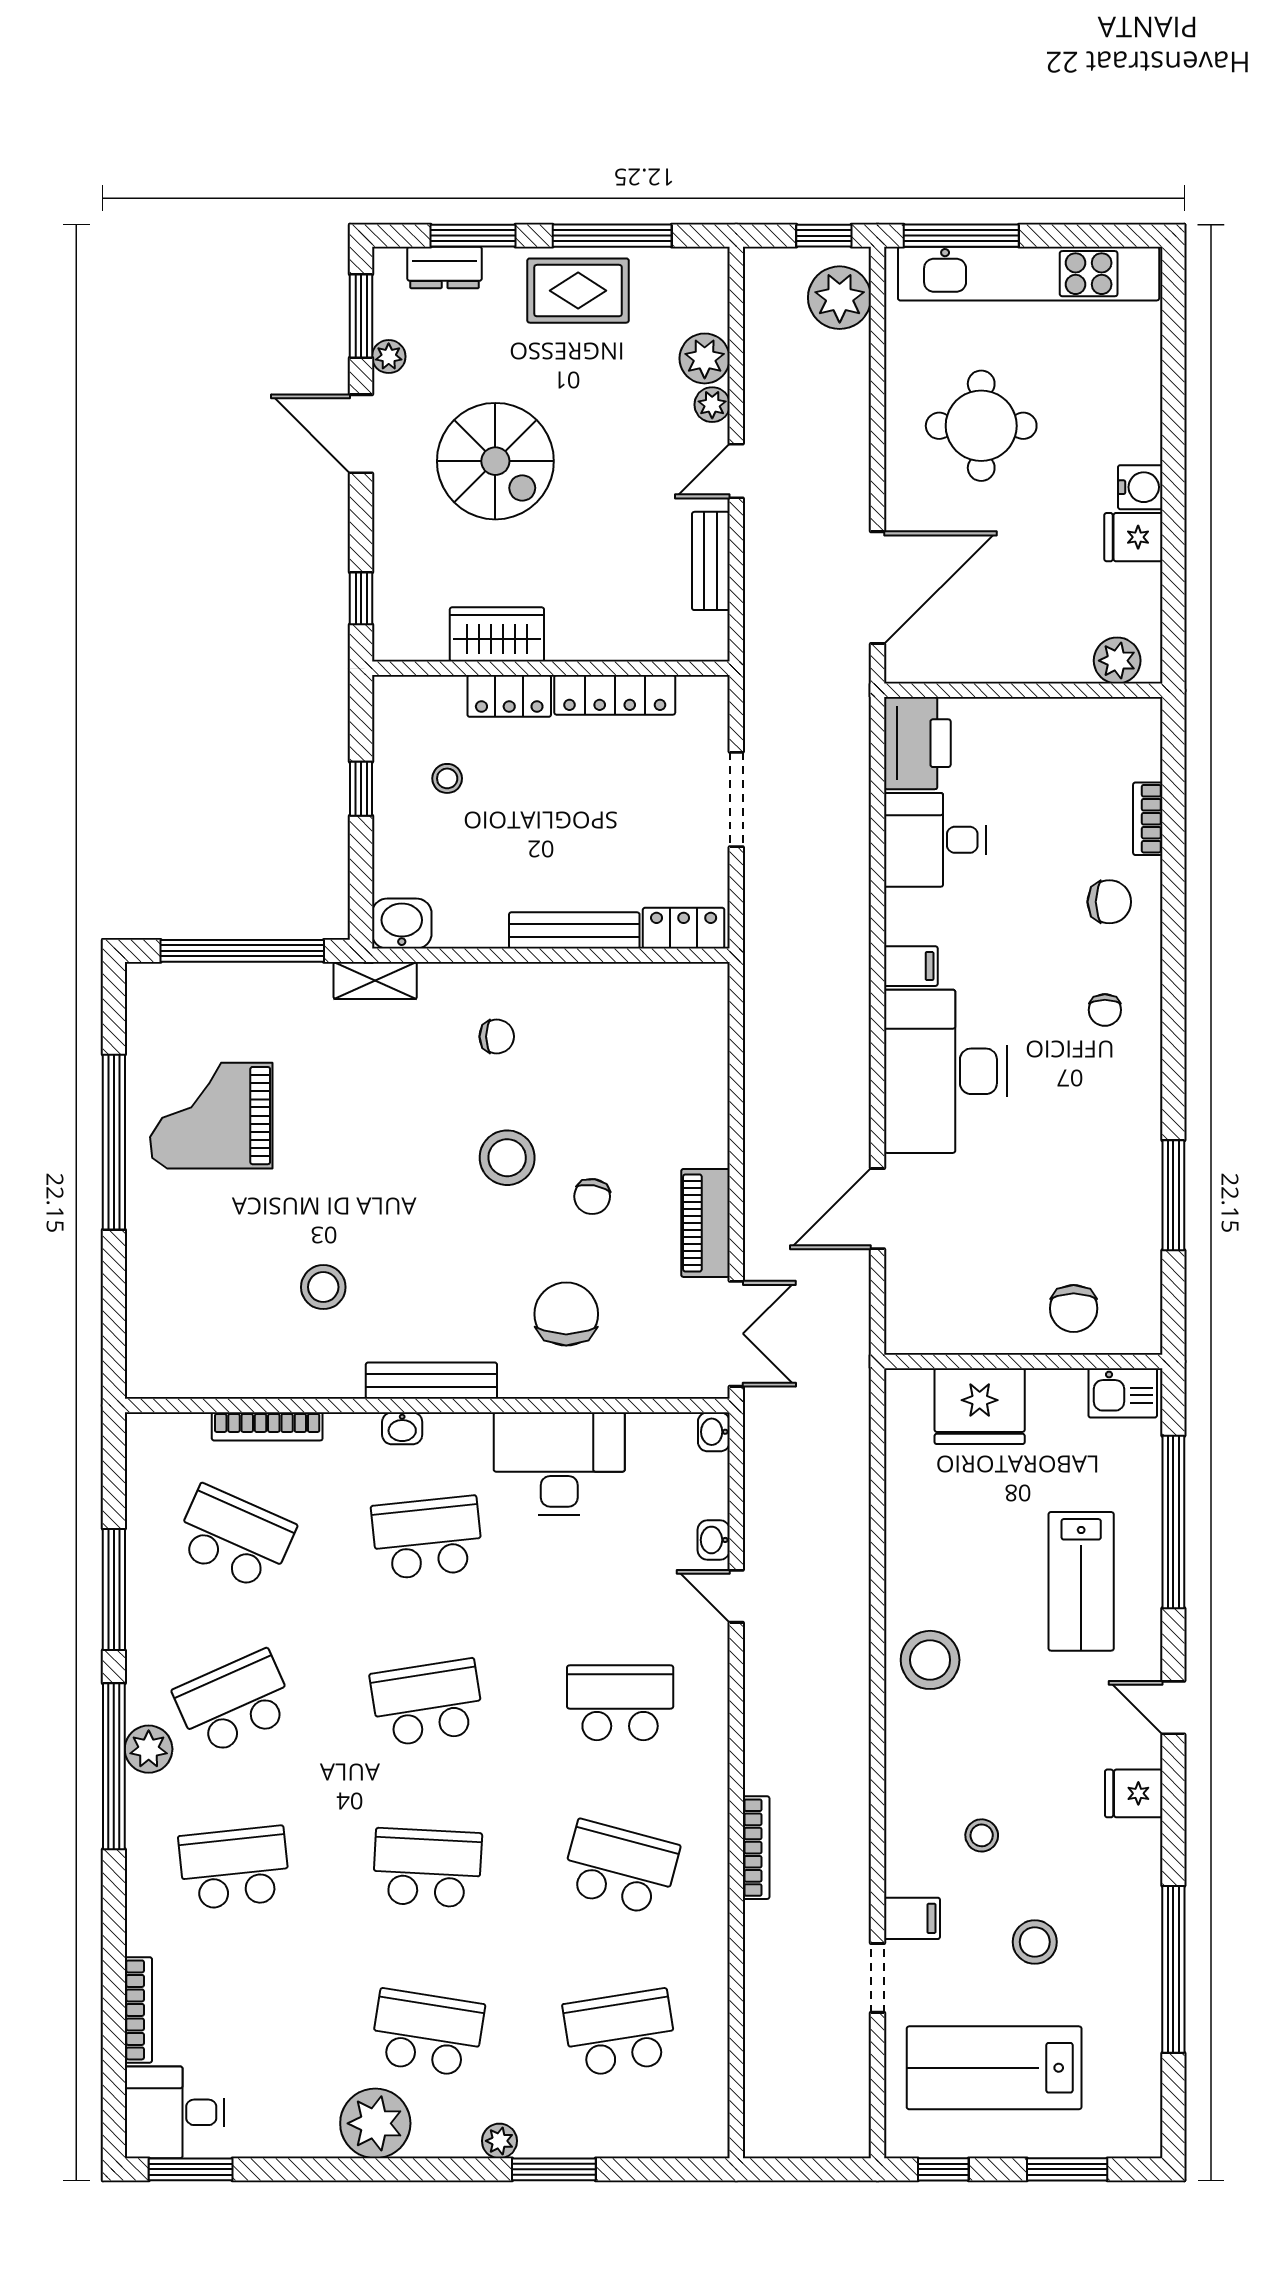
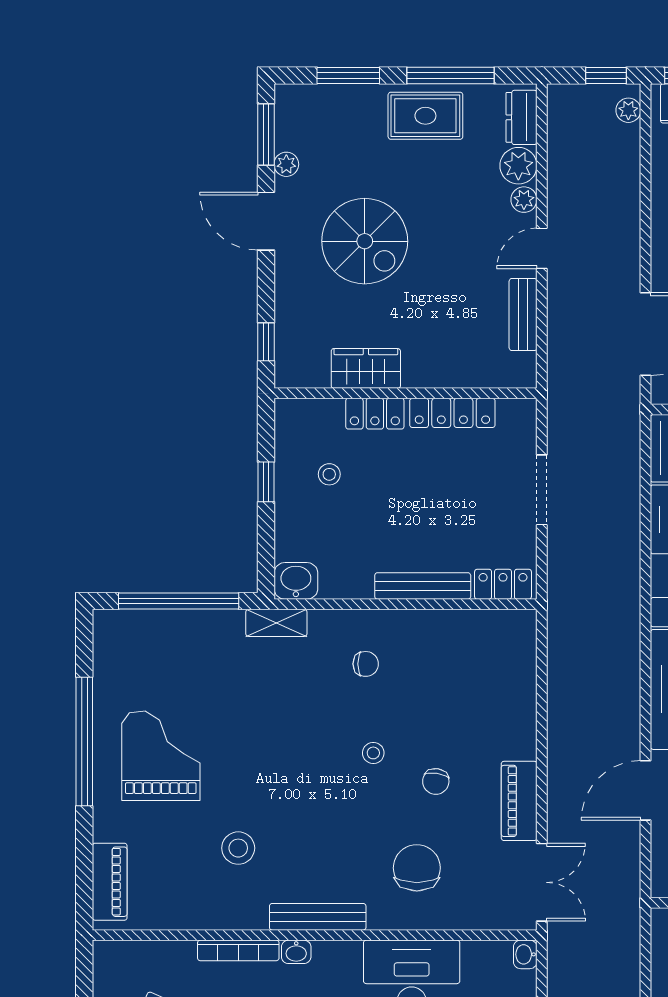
dresser: (445, 268) -> (522, 117), moved, turned 90
plant: (840, 298) -> (628, 110), width x0.53, depth x0.53
grand piano: (211, 1116) -> (161, 756), moved, turned 90
stool: (507, 1158) -> (373, 753), width x0.53, depth x0.53
piano: (148, 1333) -> (110, 882), added
bookcase: (267, 1426) -> (238, 950), moved

